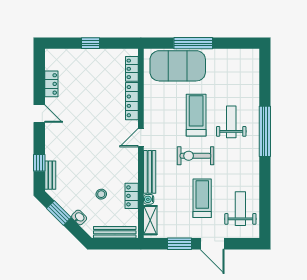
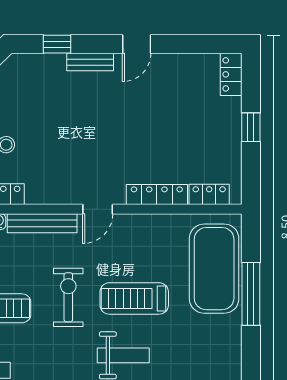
locker: (51, 84) -> (231, 74), moved, turned 90
treadmill: (196, 115) -> (134, 298), turned 180
door: (141, 138) -> (98, 209), swing flipped
bench: (50, 175) -> (90, 62), moved

